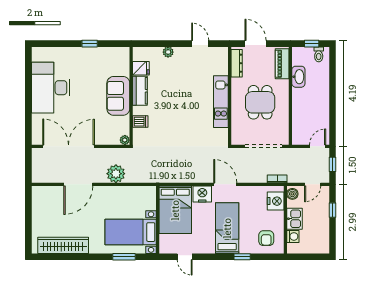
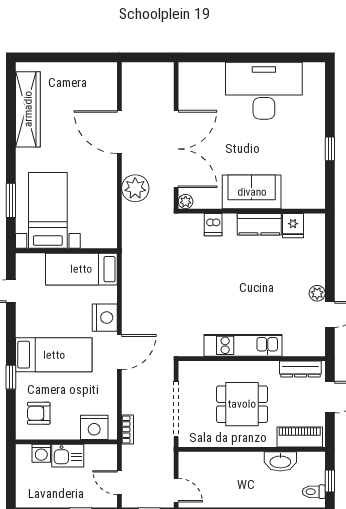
plant: (168, 52) -> (317, 293), moved
double door: (69, 146) -> (176, 149), moved
boiler: (292, 194) -> (105, 452), removed
bed: (175, 210) -> (81, 269), width x0.67

